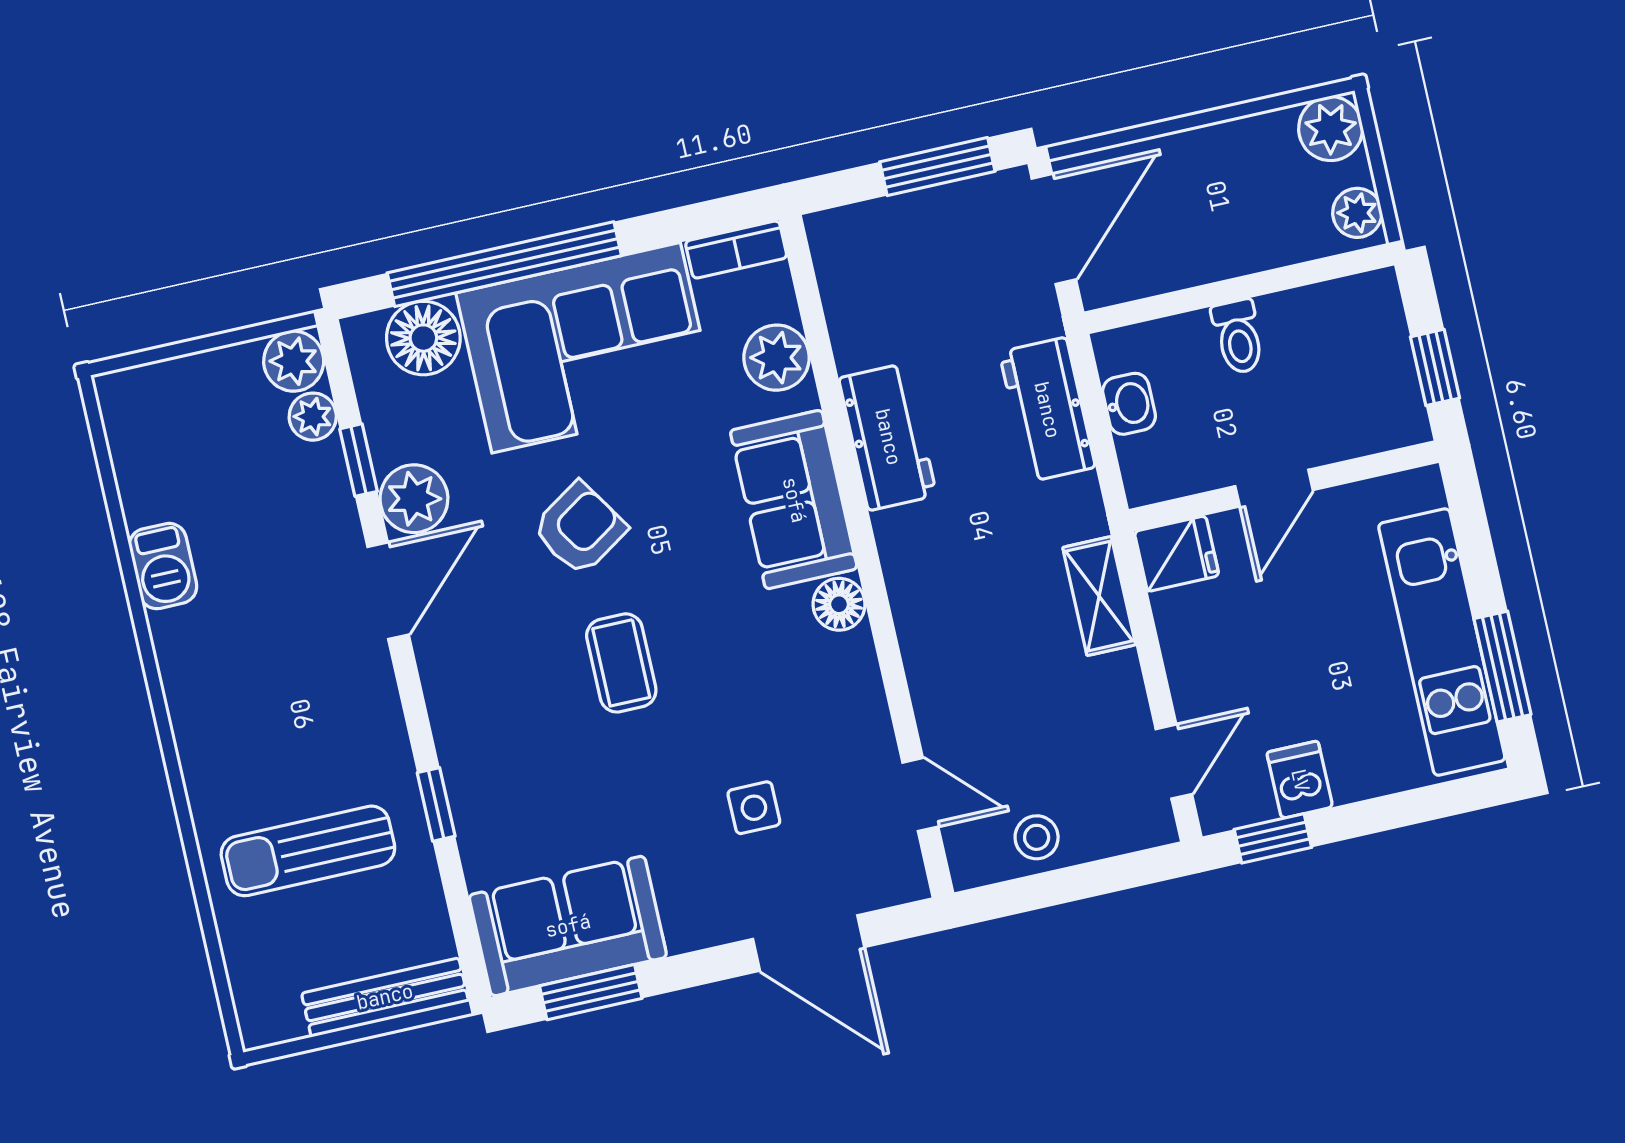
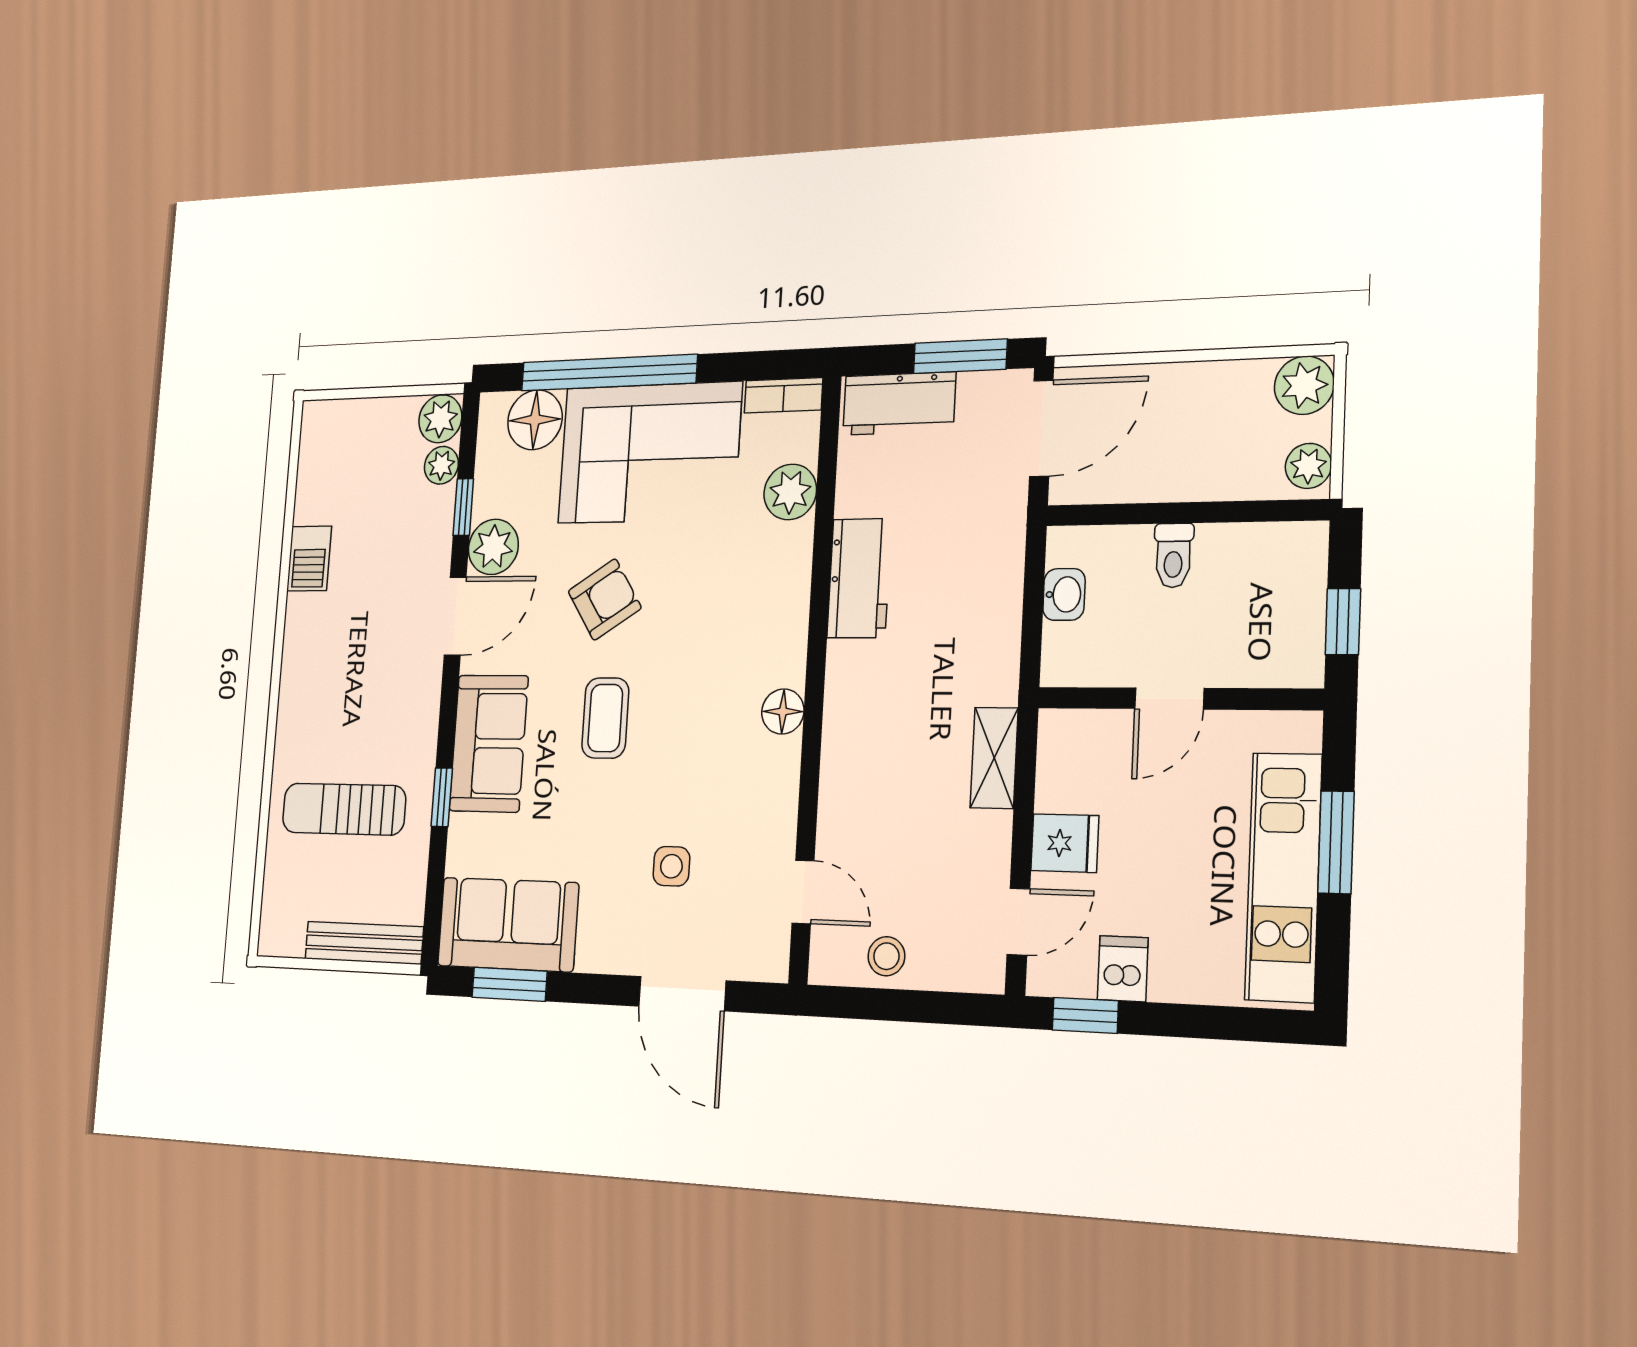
workbench: (1047, 410) -> (899, 404), moved, turned -90
sofa: (794, 500) -> (489, 743), moved, turned 180
fridge: (1177, 554) -> (1065, 843), moved
window: (1502, 667) -> (1336, 842), moved

